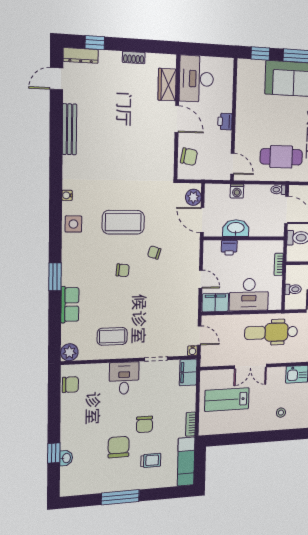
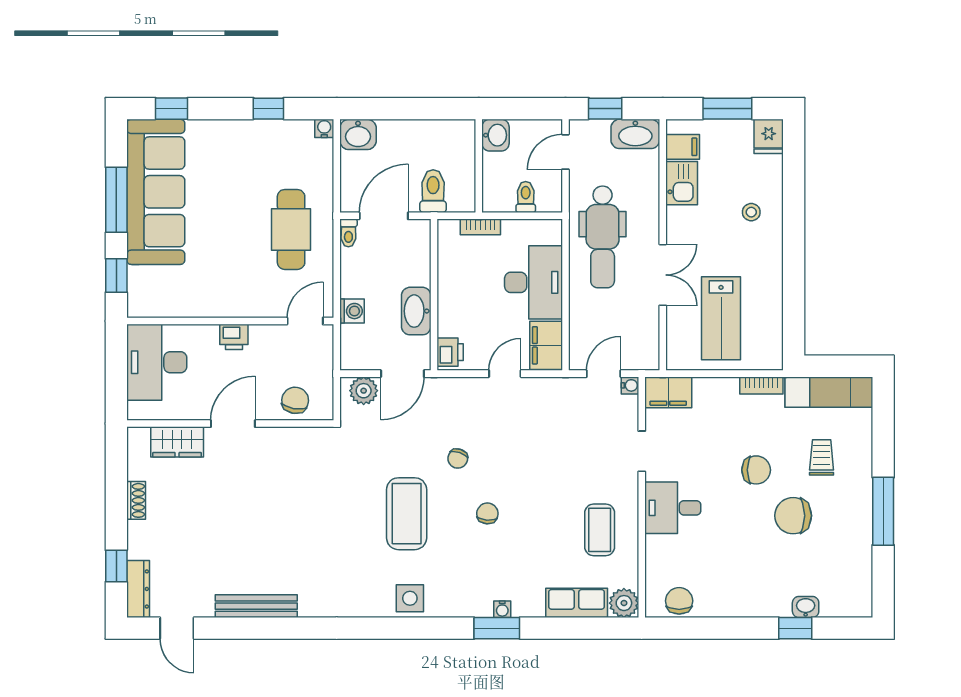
desk: (196, 79) -> (157, 362), moved, turned 90
water cooler: (67, 195) -> (502, 609), moved
printer: (229, 248) -> (450, 352), moved
row of seats: (70, 305) -> (577, 603), moved

